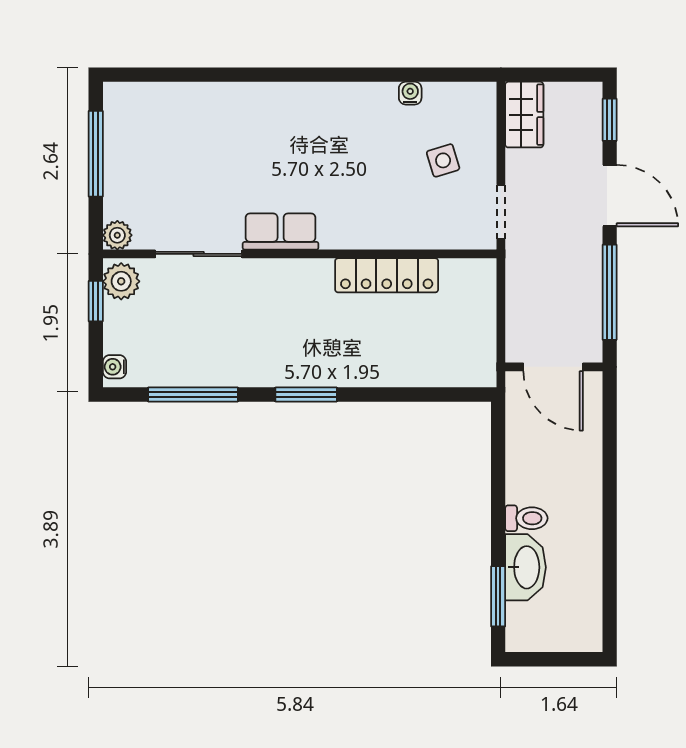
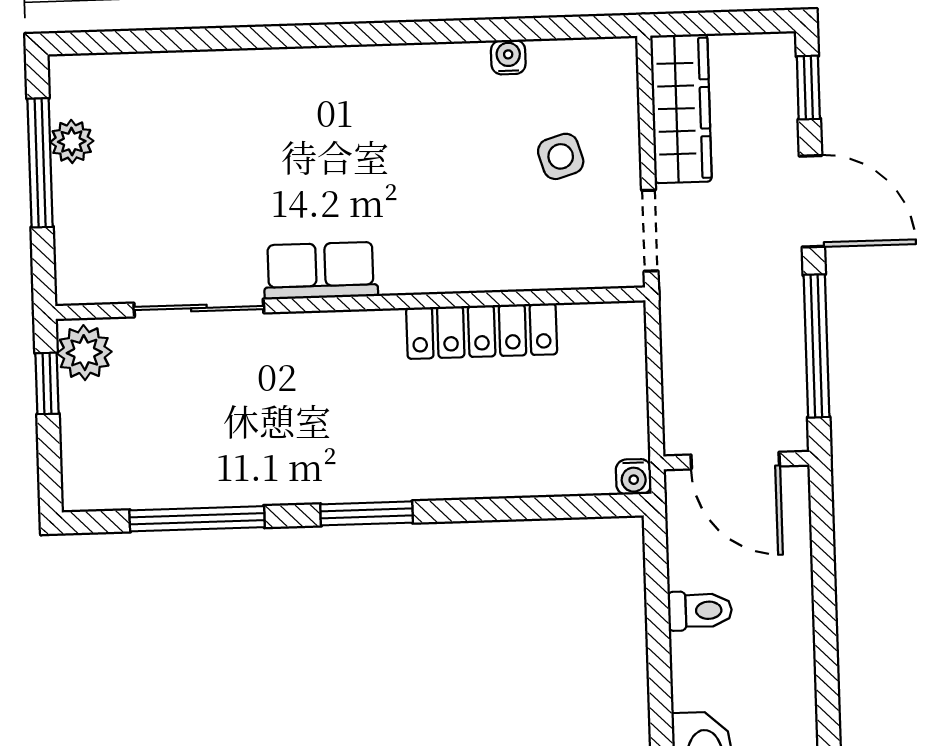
wardrobe: (524, 115) -> (681, 109), width x1.50
plant: (117, 235) -> (72, 141), moved
water cooler: (115, 367) -> (634, 477), moved, turned -90
toilet: (526, 518) -> (700, 611), moved

